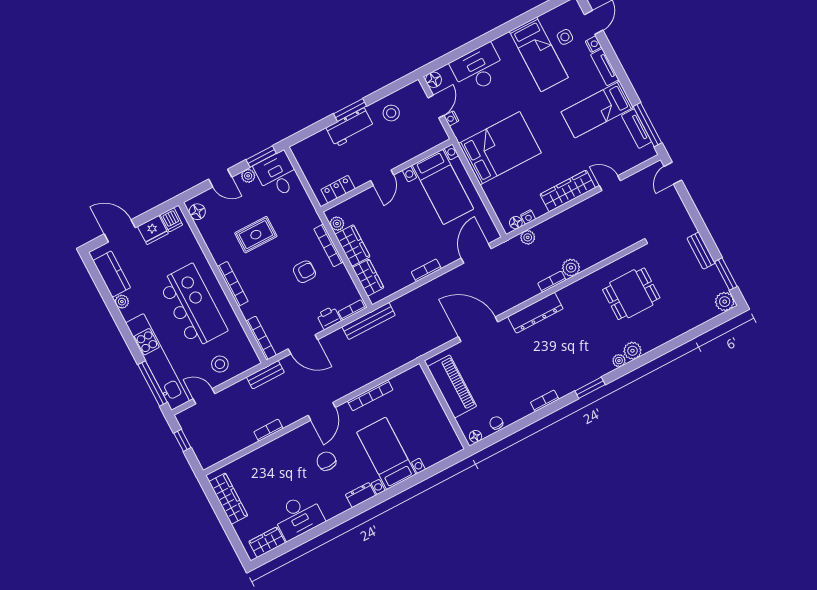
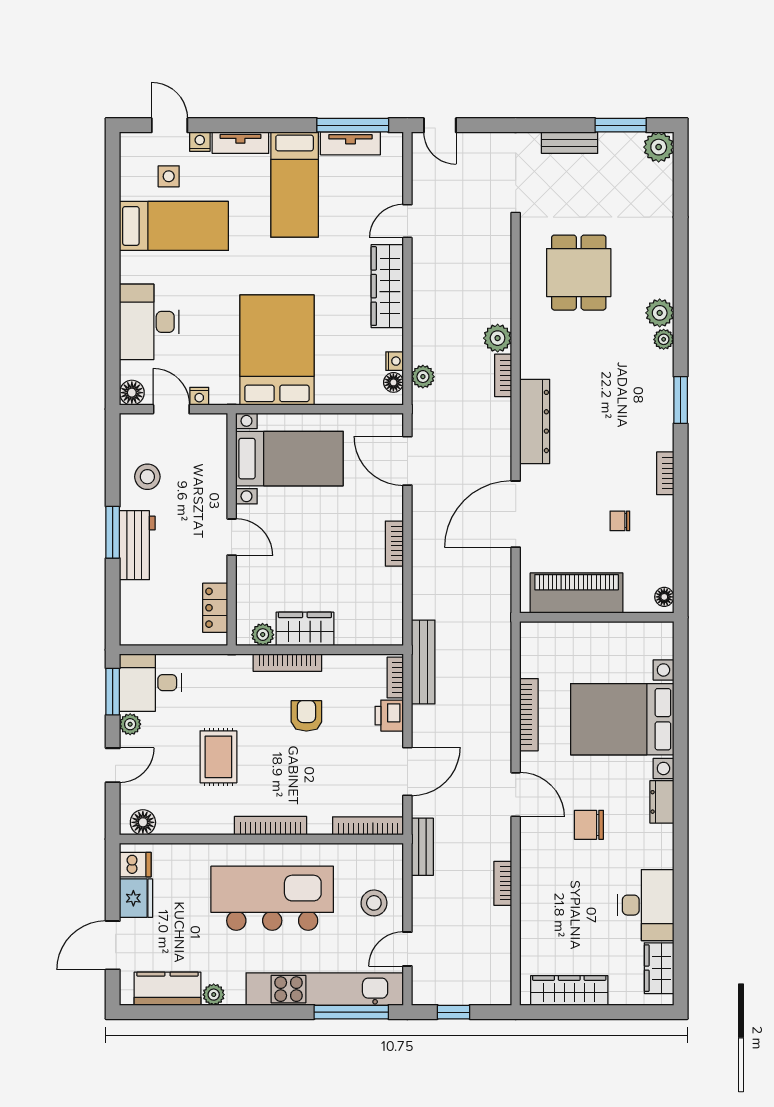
wardrobe: (368, 278) -> (362, 631), removed
chair: (496, 423) -> (620, 521), moved
bed with nightstands: (386, 453) -> (622, 719), width x1.36

